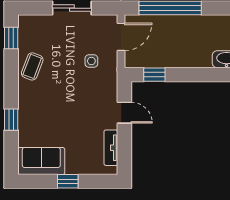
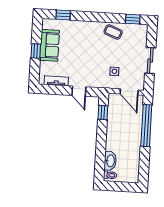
door: (124, 113) -> (79, 91), hinge flipped
window: (11, 120) -> (63, 15), moved
sofa: (41, 161) -> (50, 45), moved

